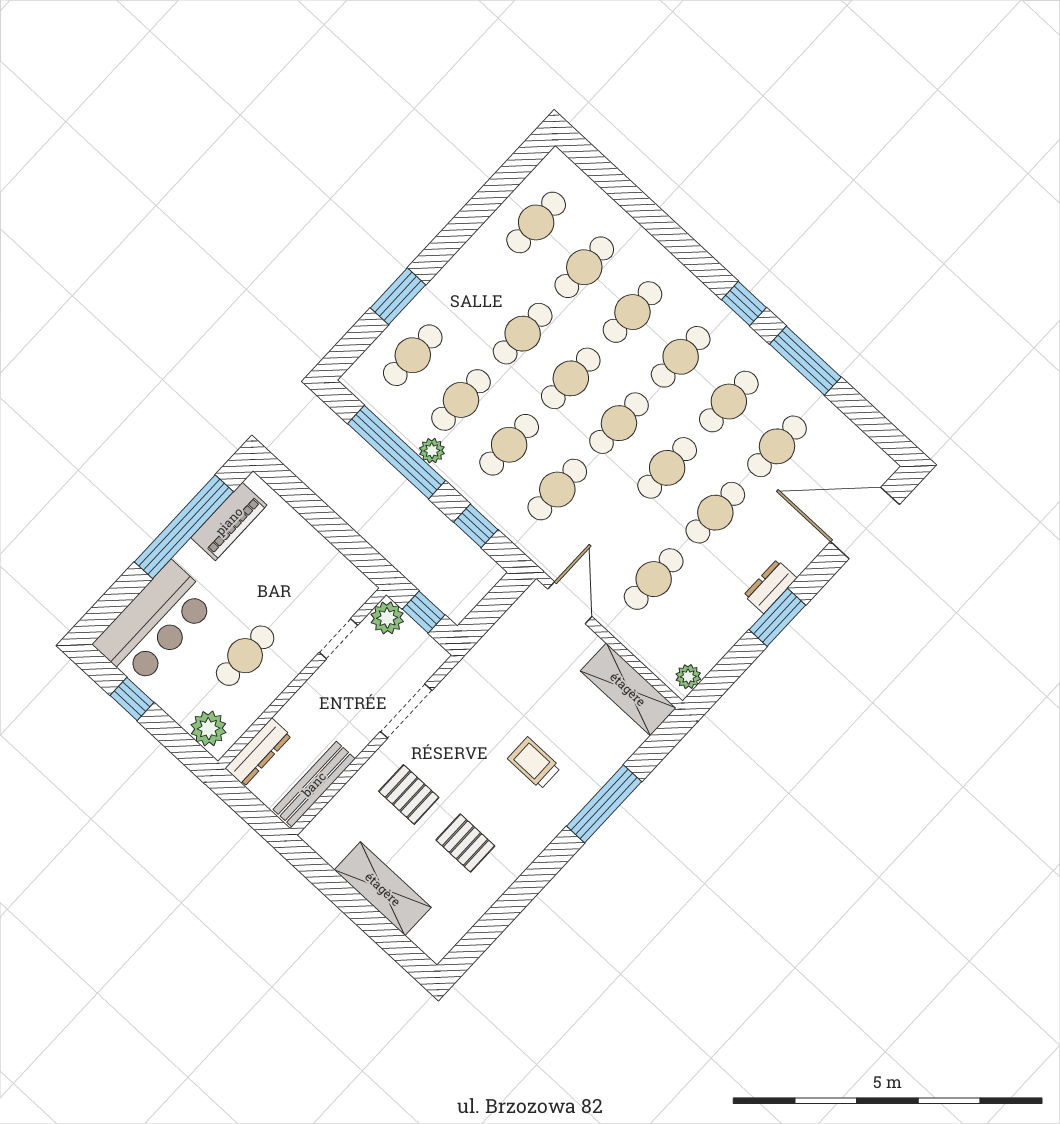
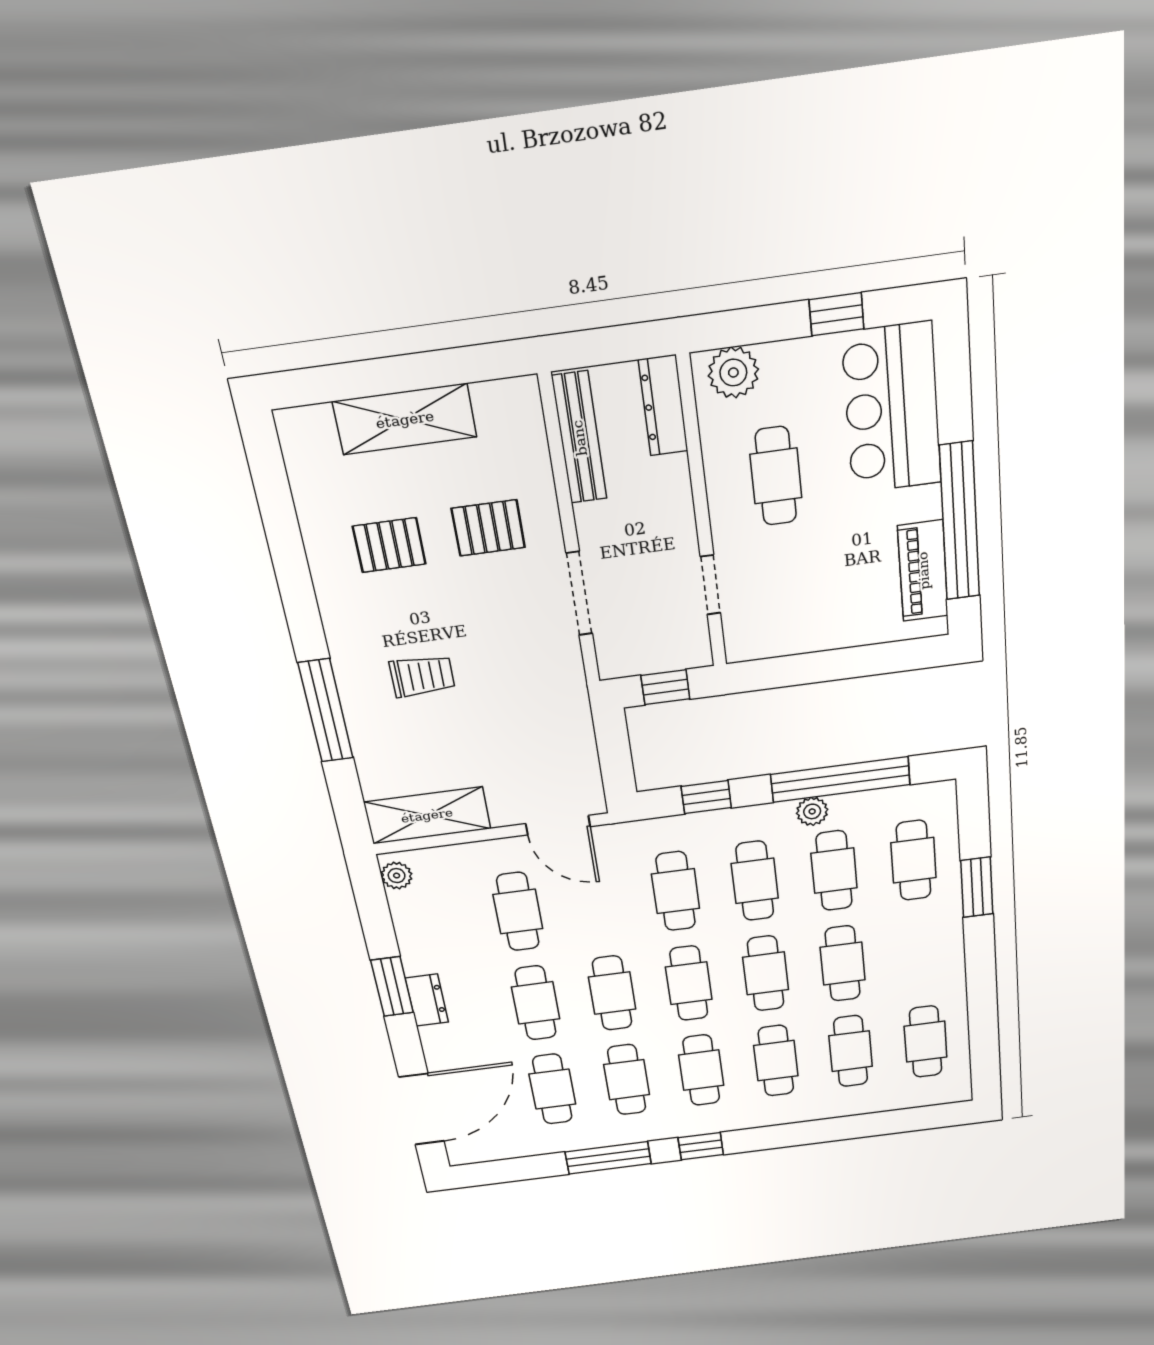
plant: (387, 618) -> (690, 648), removed

